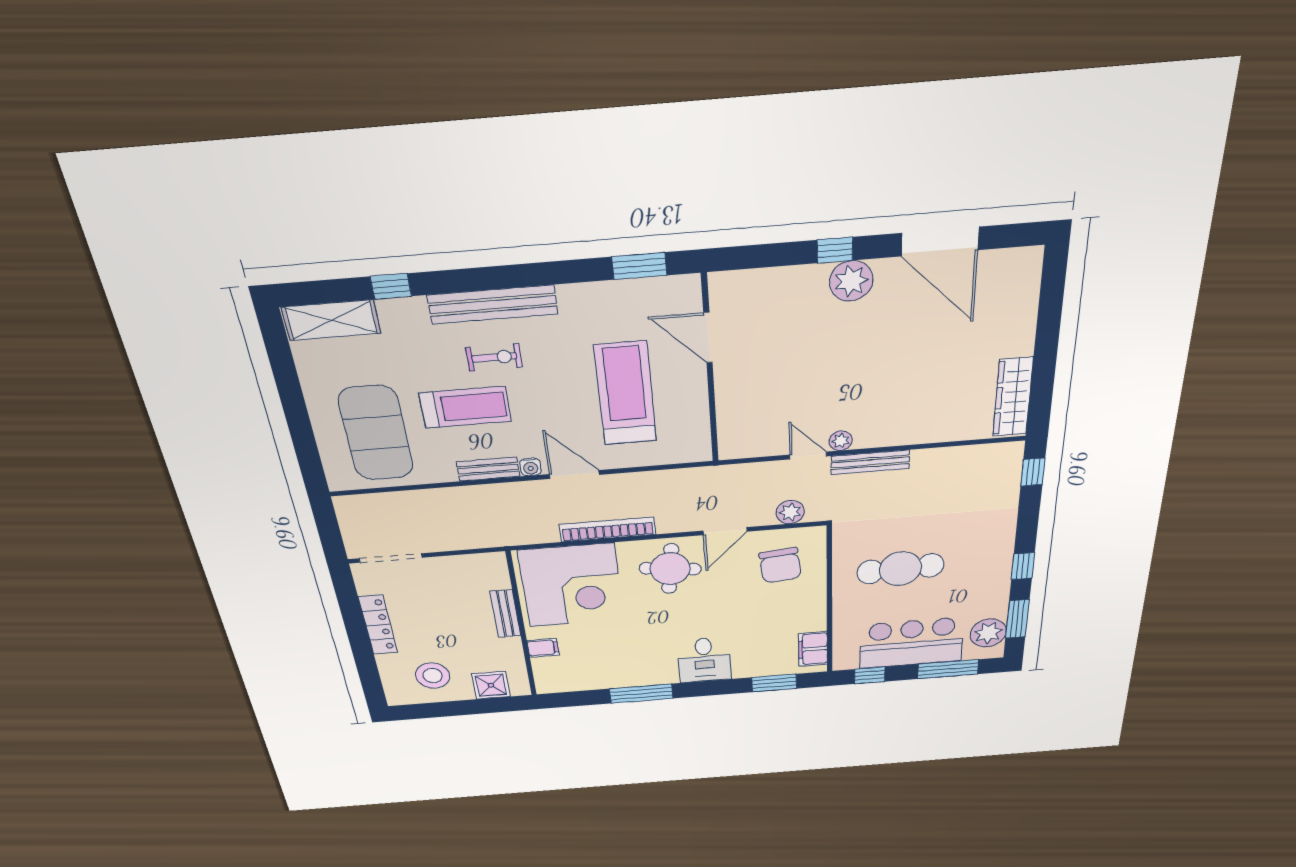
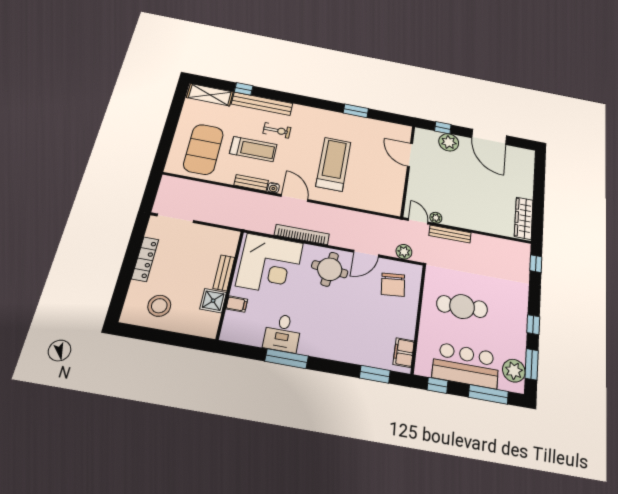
bench: (493, 305) -> (262, 104), moved
door: (708, 338) -> (410, 155), moved
wall: (710, 371) -> (408, 170), moved
desk: (704, 660) -> (283, 333), moved
shower: (491, 685) -> (213, 301), moved

